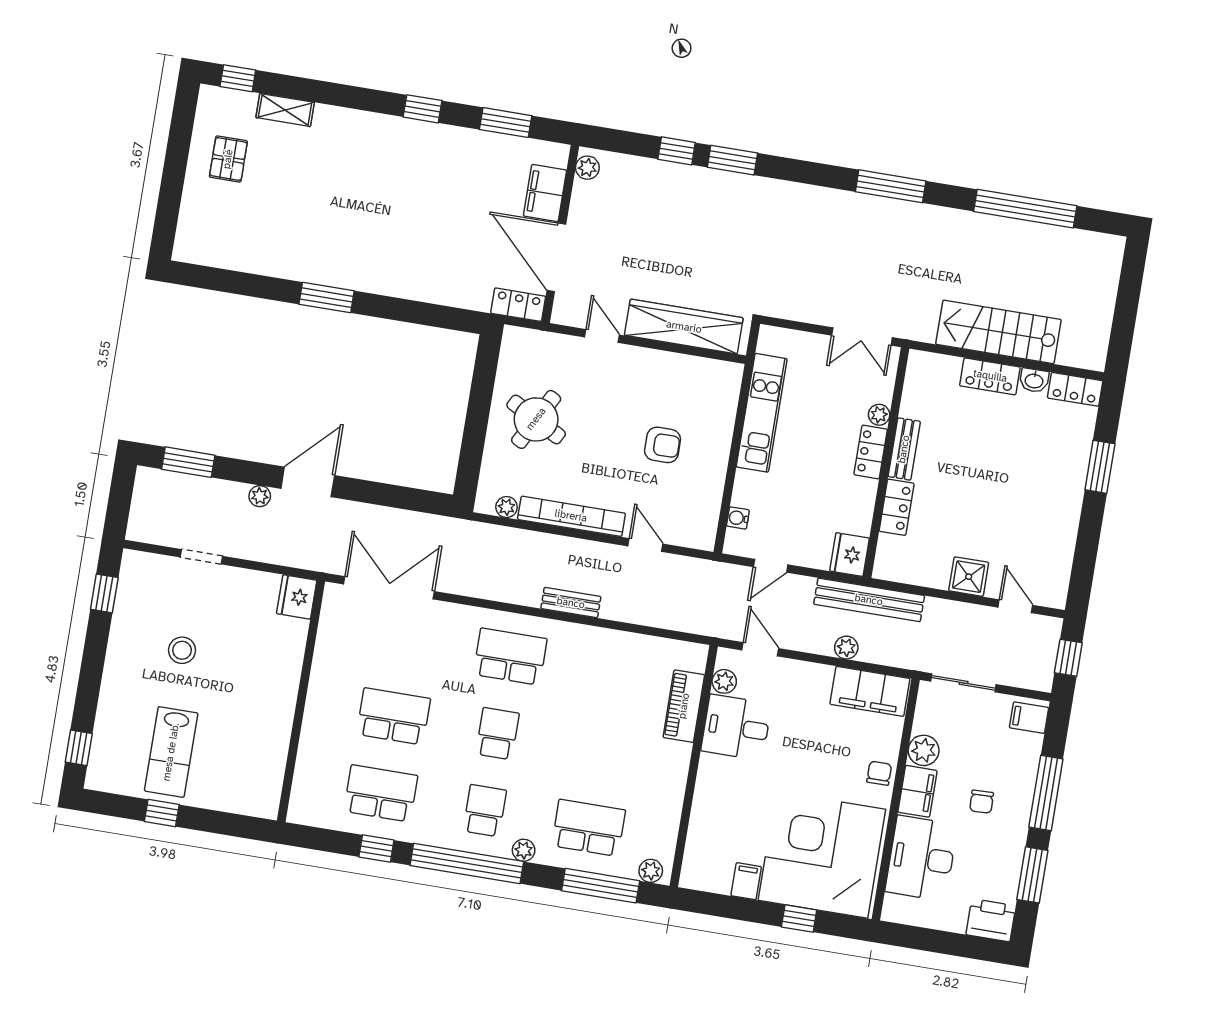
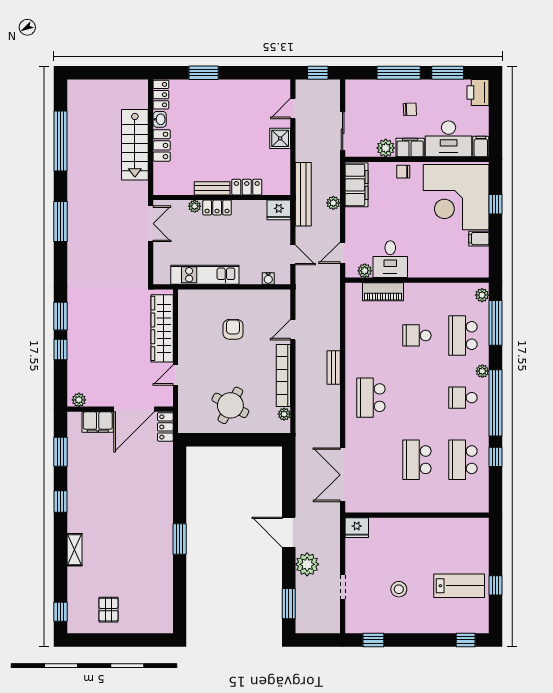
shelving: (285, 110) -> (74, 550), moved
pallet: (228, 159) -> (108, 610), turned 90
plant: (260, 496) -> (307, 564), width x1.87, depth x1.87
filing cabinet: (1029, 718) -> (481, 147), moved, turned 180
school desk: (497, 734) -> (417, 335), moved

